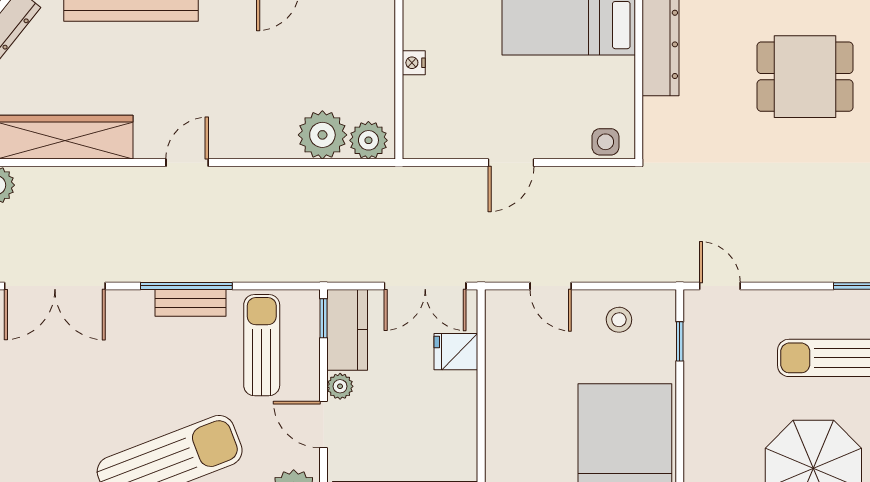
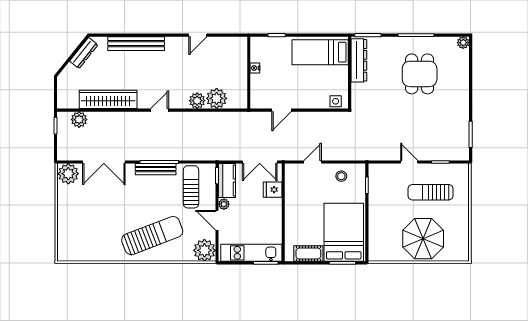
dining table: (805, 77) -> (420, 74), turned 90
plant: (368, 140) -> (197, 101), moved
door: (511, 163) -> (281, 110), moved
door: (551, 286) -> (313, 162), swing flipped
door: (720, 286) -> (409, 162), moved
bench: (191, 303) -> (156, 169), width x1.36

